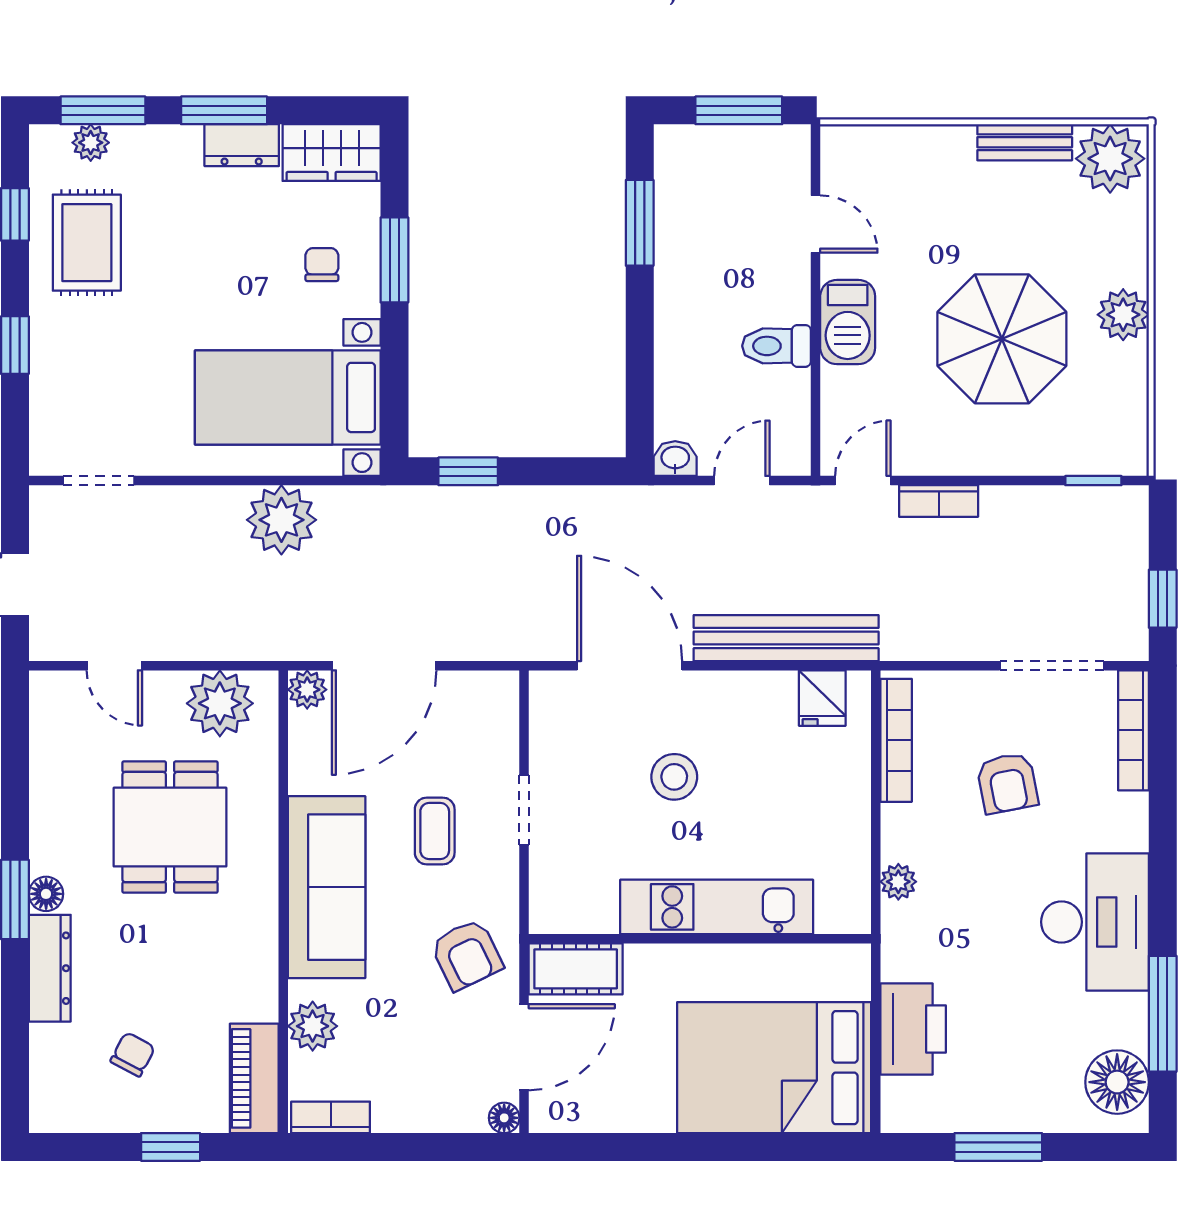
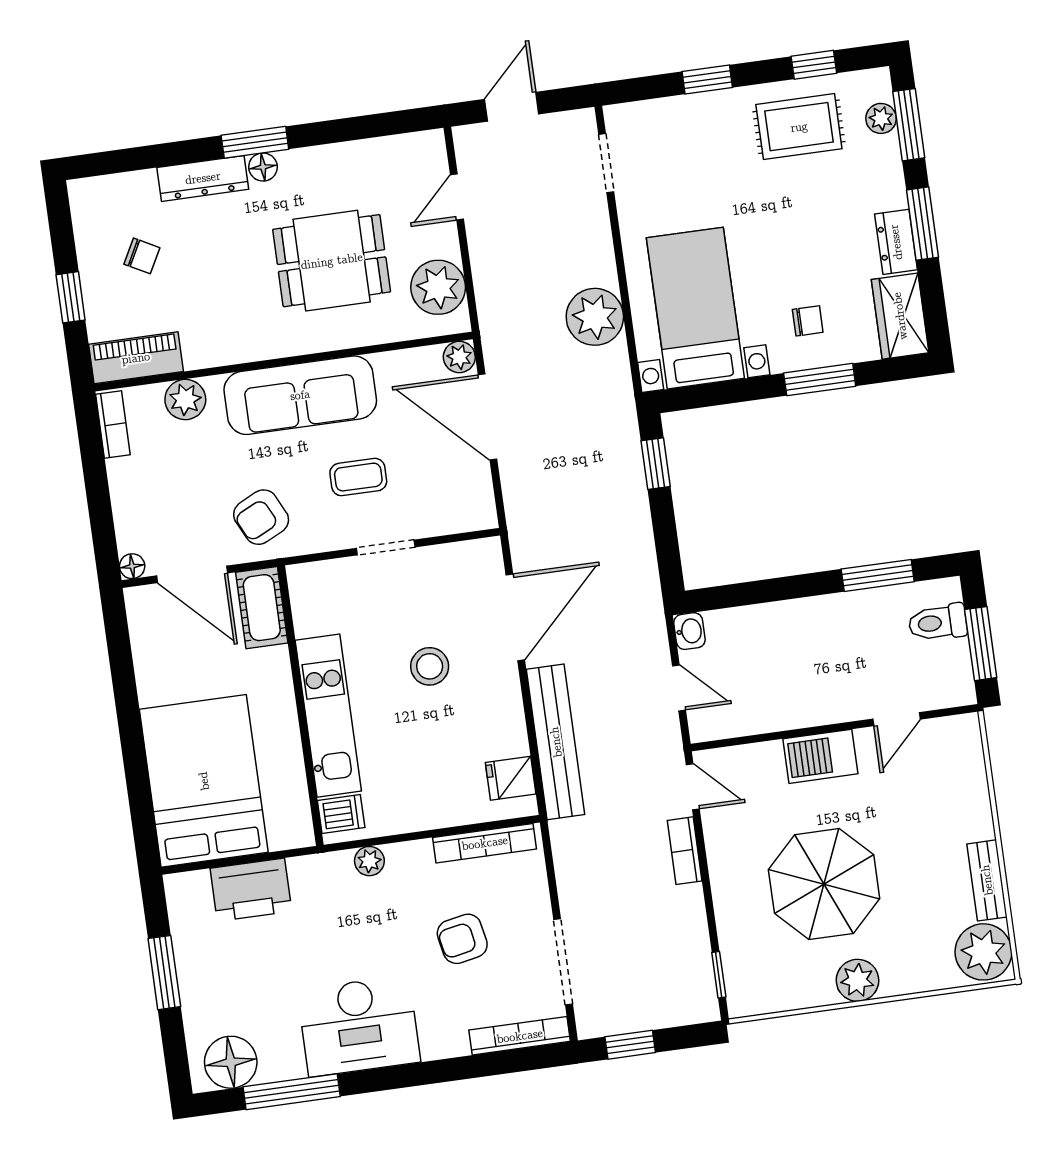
toilet: (777, 346) -> (938, 623), moved, turned -90
dishwasher: (837, 908) -> (341, 814), added

